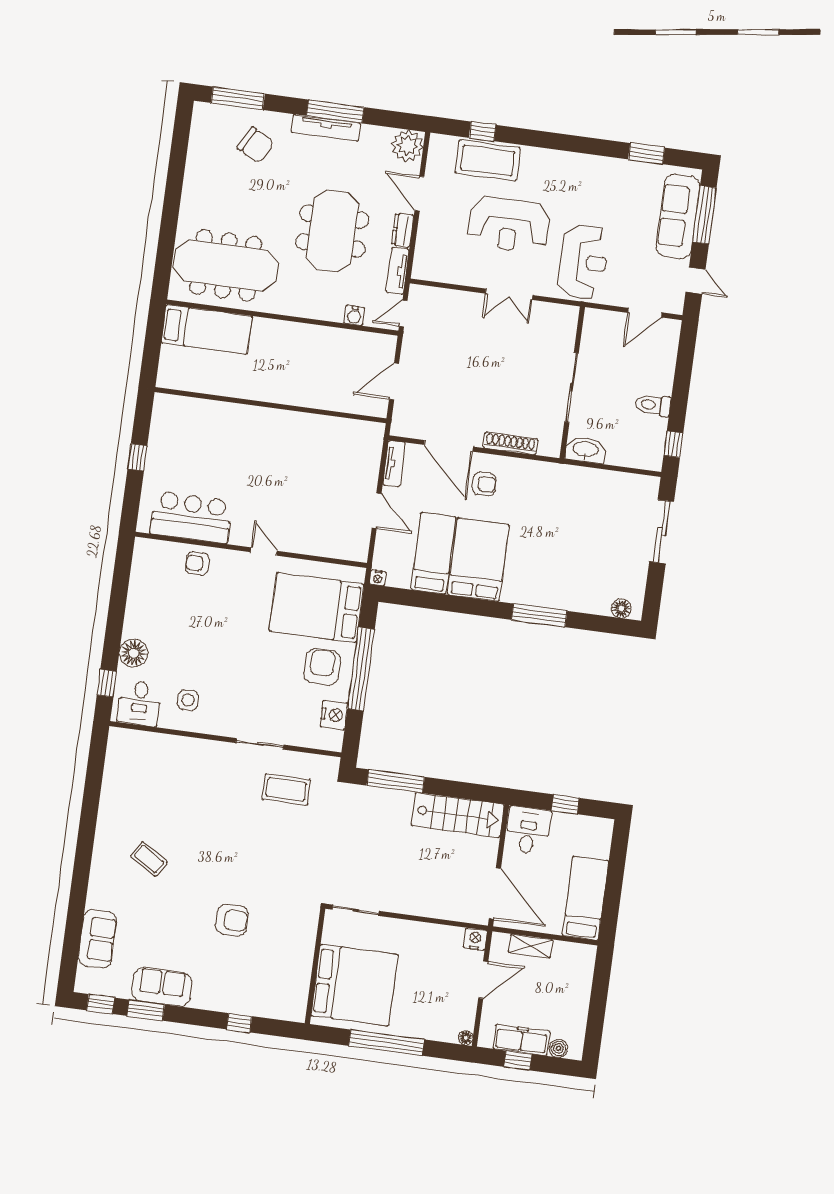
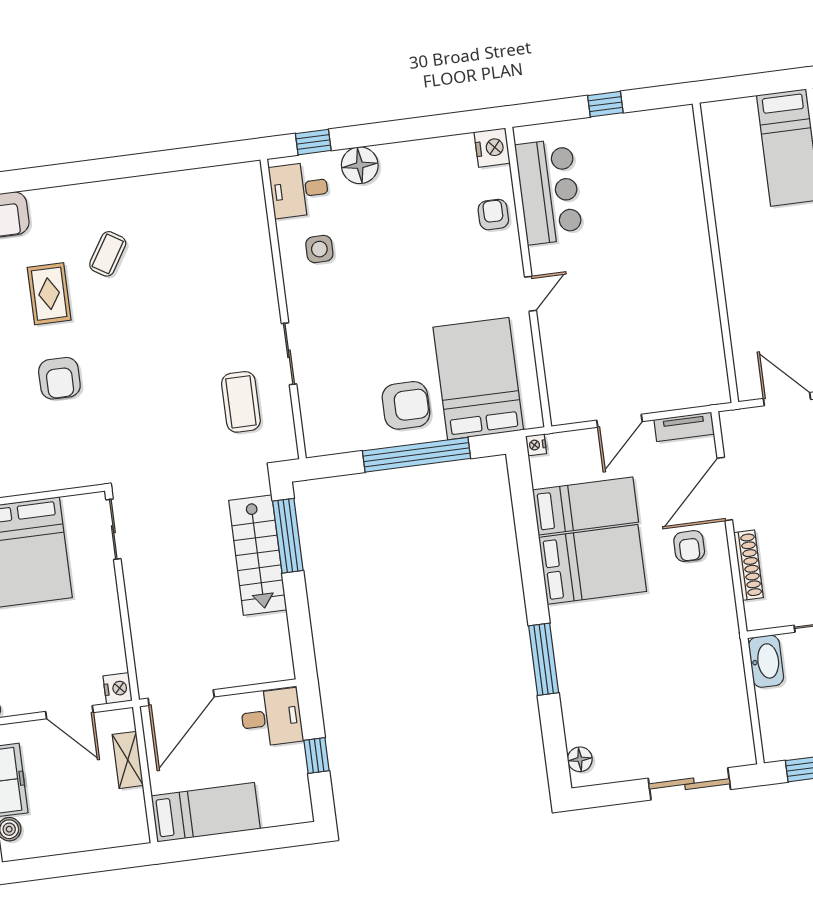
nightstand: (334, 715) -> (492, 148), moved, turned -90
stairs: (458, 815) -> (258, 555), moved
rug: (167, 911) -> (49, 294), added

